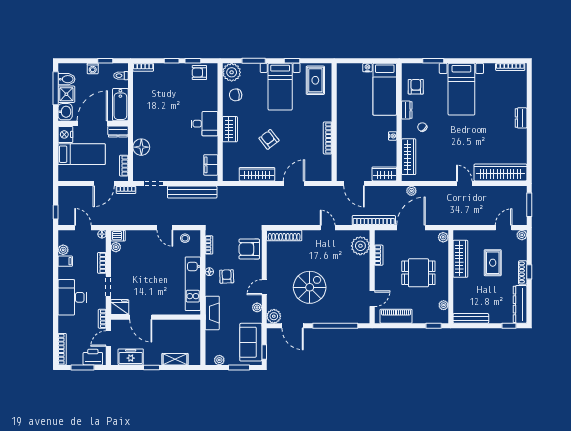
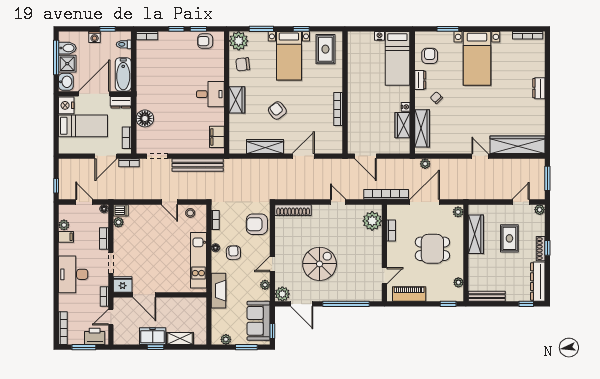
wardrobe: (384, 174) -> (403, 125), moved, turned -90
freezer: (131, 357) -> (153, 336), moved

